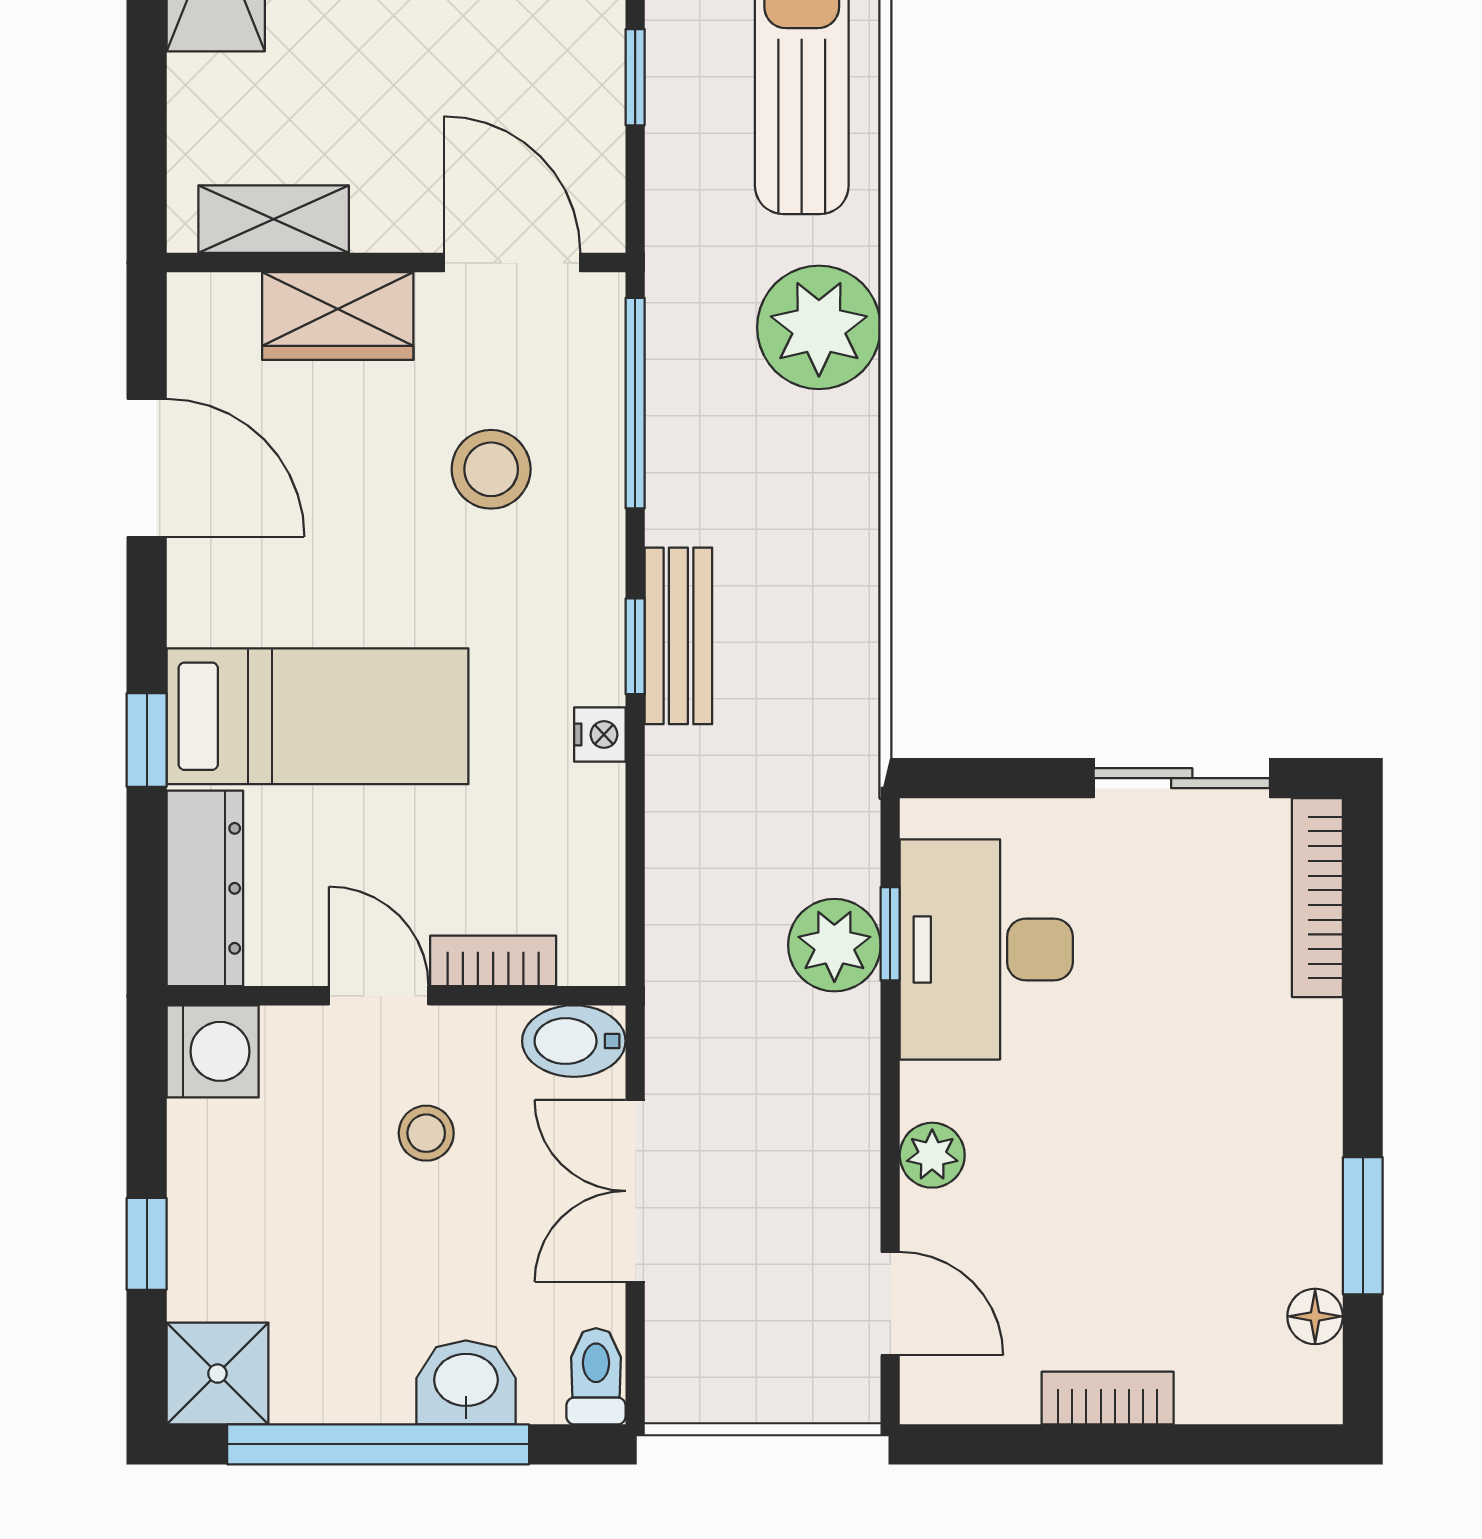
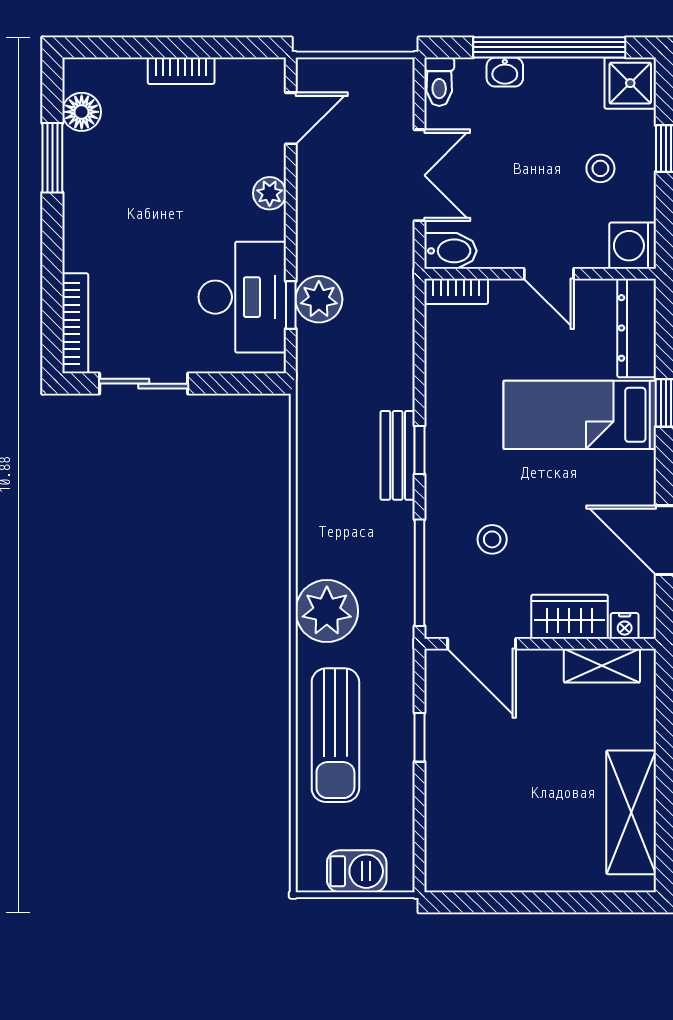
stool: (491, 469) -> (492, 539), width x0.73, depth x0.73
nightstand: (600, 734) -> (625, 626), moved, turned -90
bookcase: (493, 961) -> (456, 291), moved
stool: (426, 1133) -> (600, 168), moved
door: (890, 1304) -> (291, 118), swing flipped
floor lamp: (1315, 1316) -> (82, 112), width x1.37, depth x1.37
washbasin: (466, 1382) -> (505, 72), width x0.72, depth x0.69

